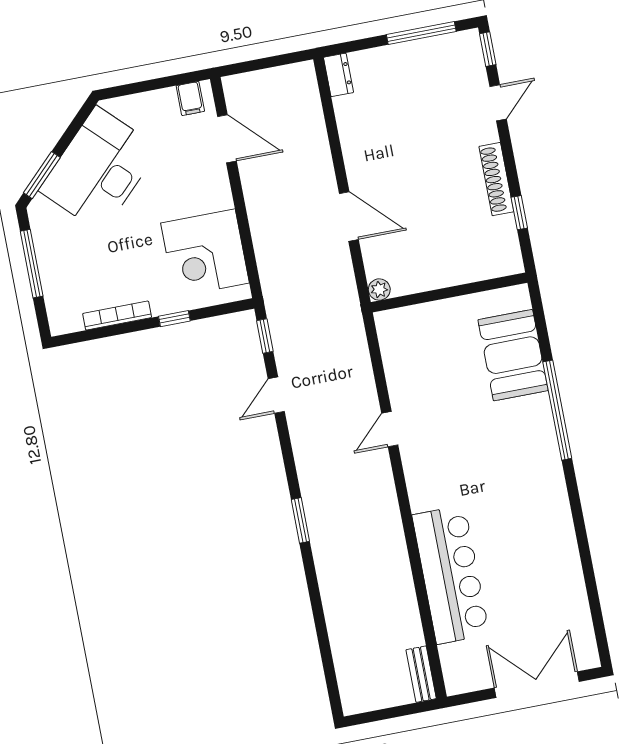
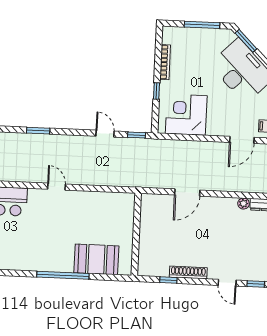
plant: (379, 290) -> (243, 204), moved
door: (390, 429) -> (56, 187), moved

